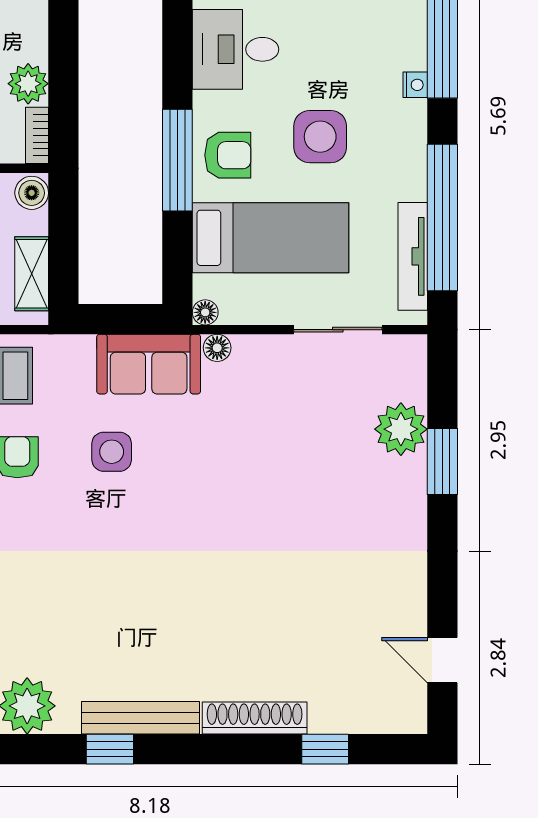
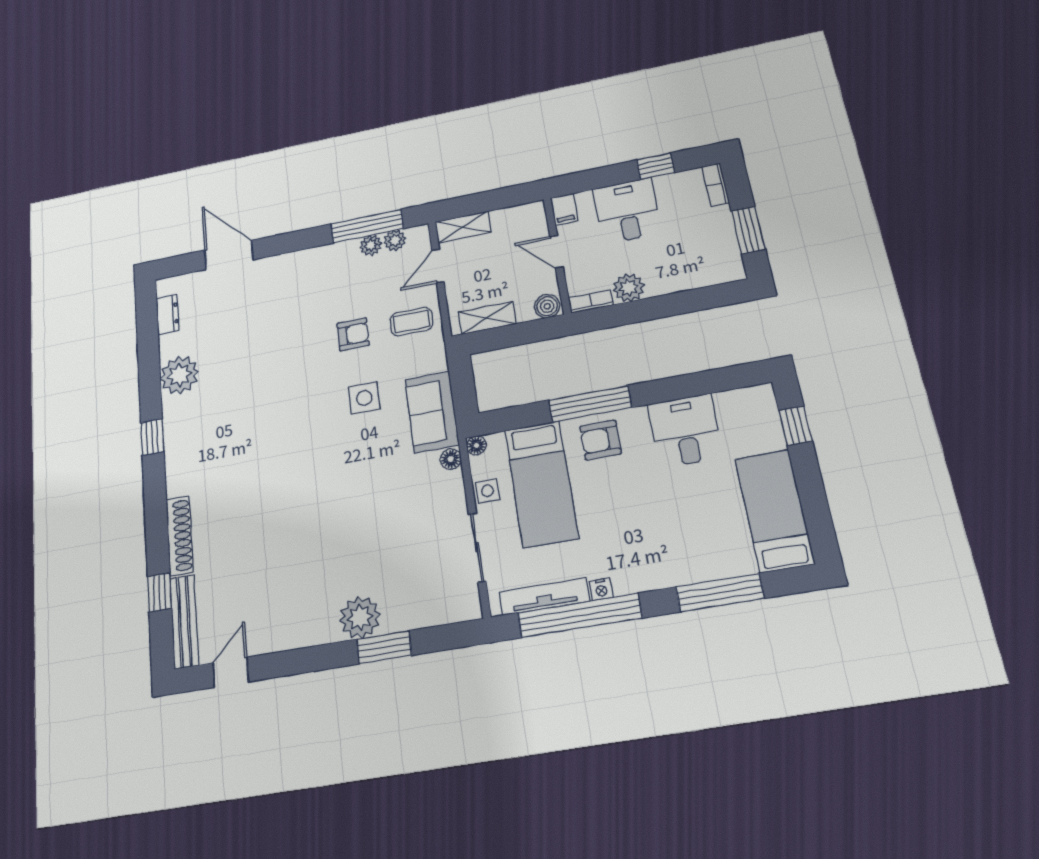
nightstand: (415, 85) -> (601, 589), moved
side table: (320, 137) -> (488, 491), moved, width x0.54, depth x0.54
armchair: (228, 155) -> (601, 440), turned 90
plant: (401, 429) -> (360, 618), moved
bench: (141, 718) -> (184, 621), moved

